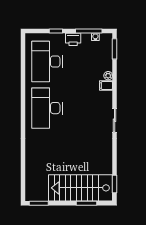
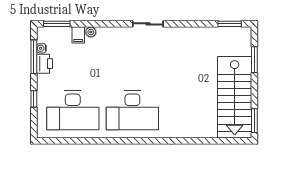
printer: (73, 39) -> (45, 64), moved
filing cabinet: (106, 86) -> (78, 35), moved
stairs: (80, 188) -> (235, 97), moved

